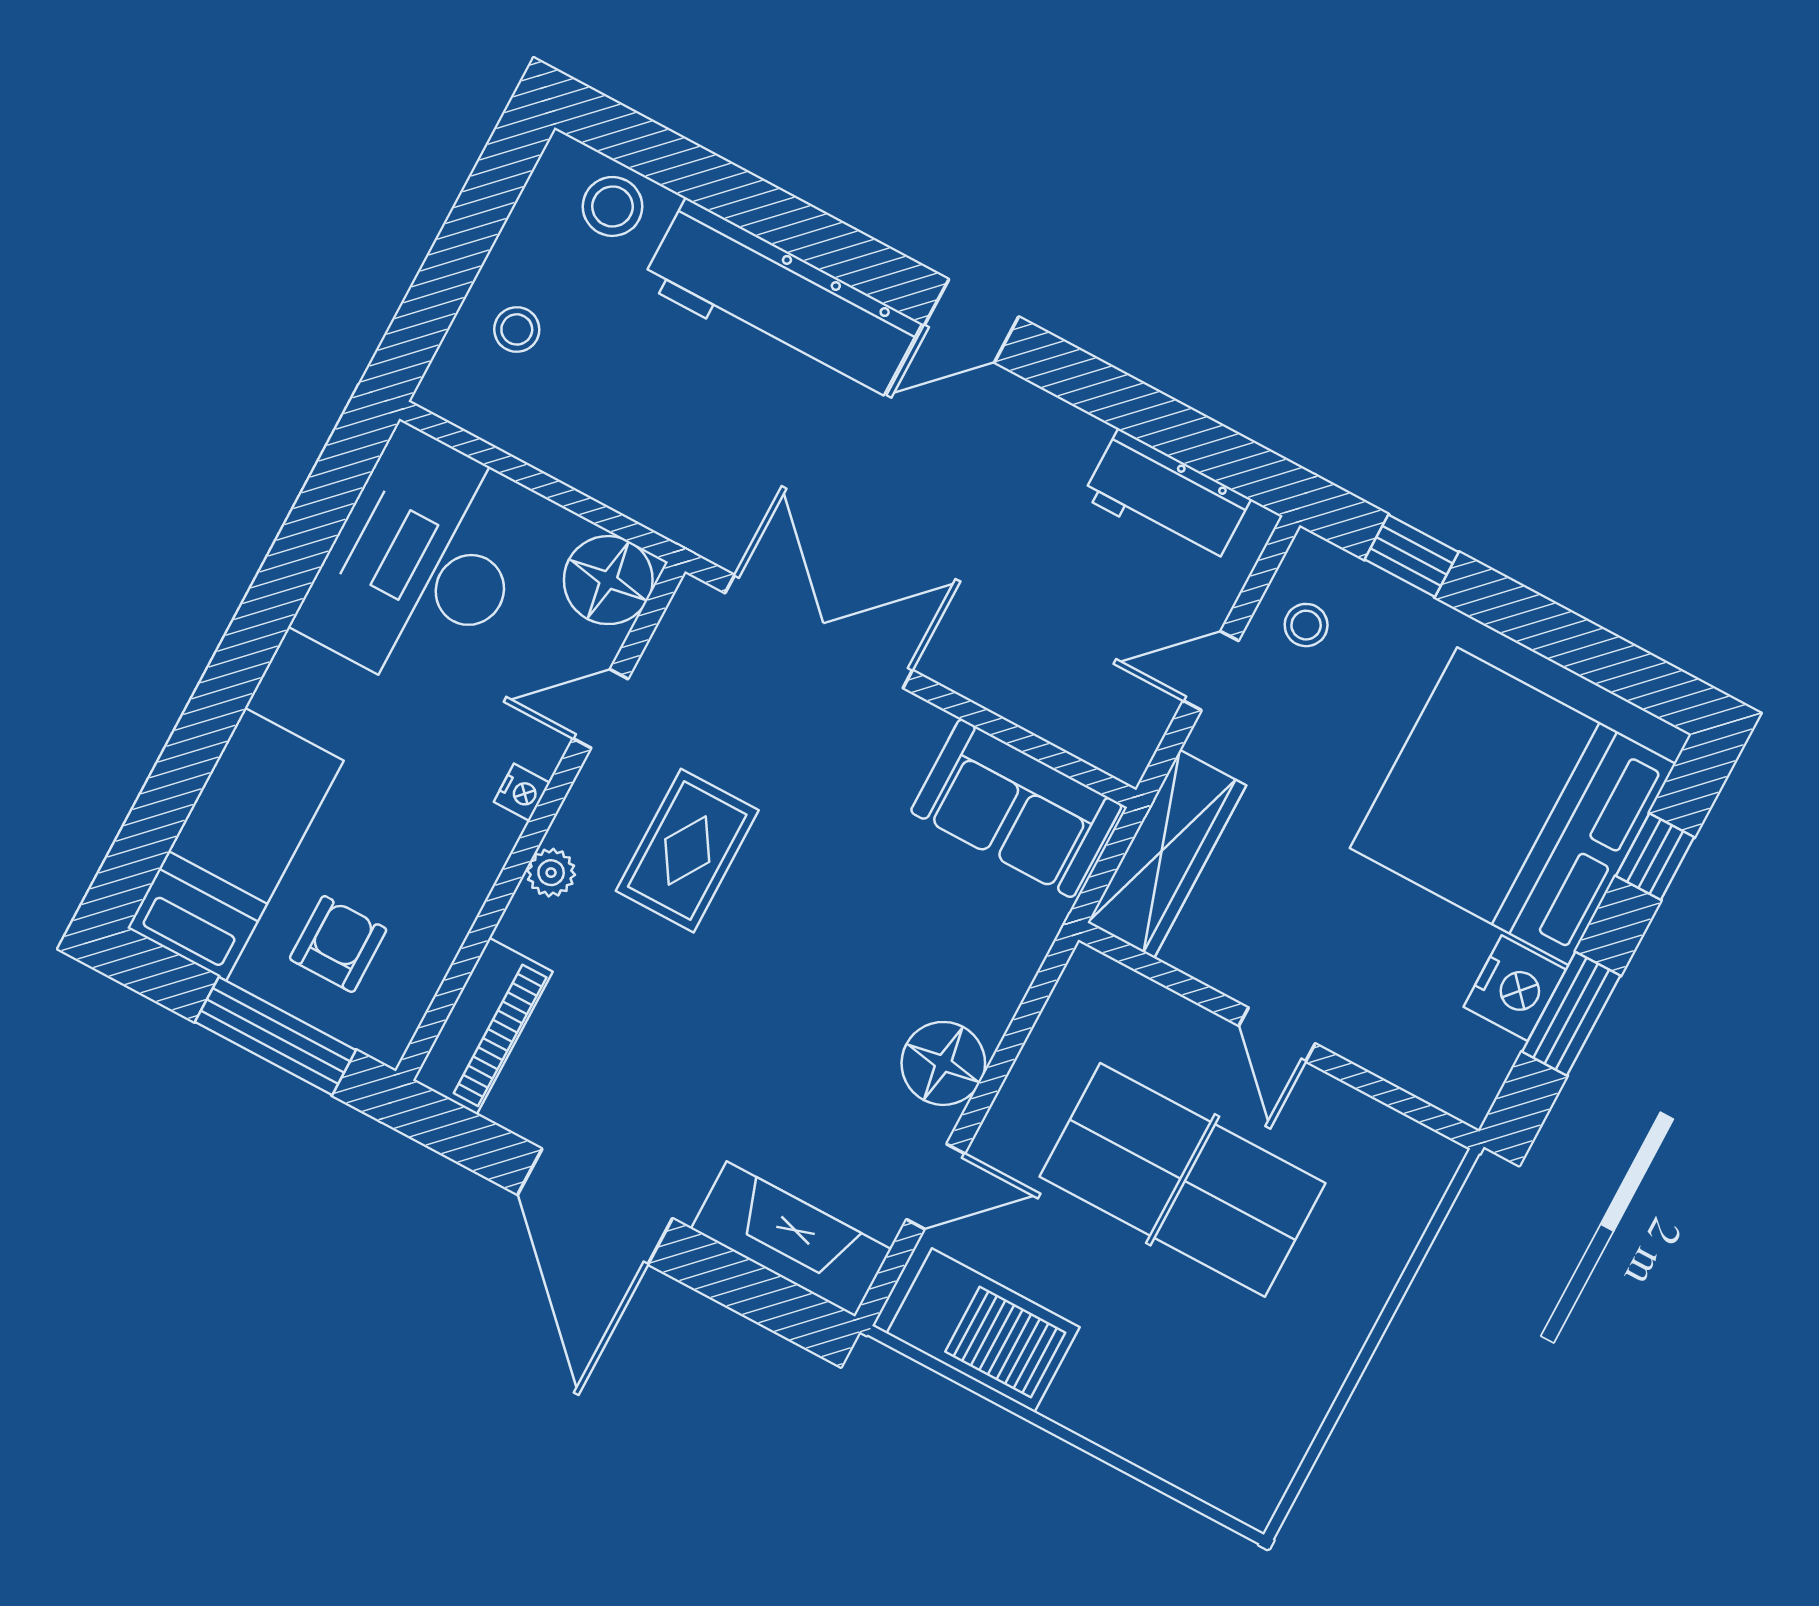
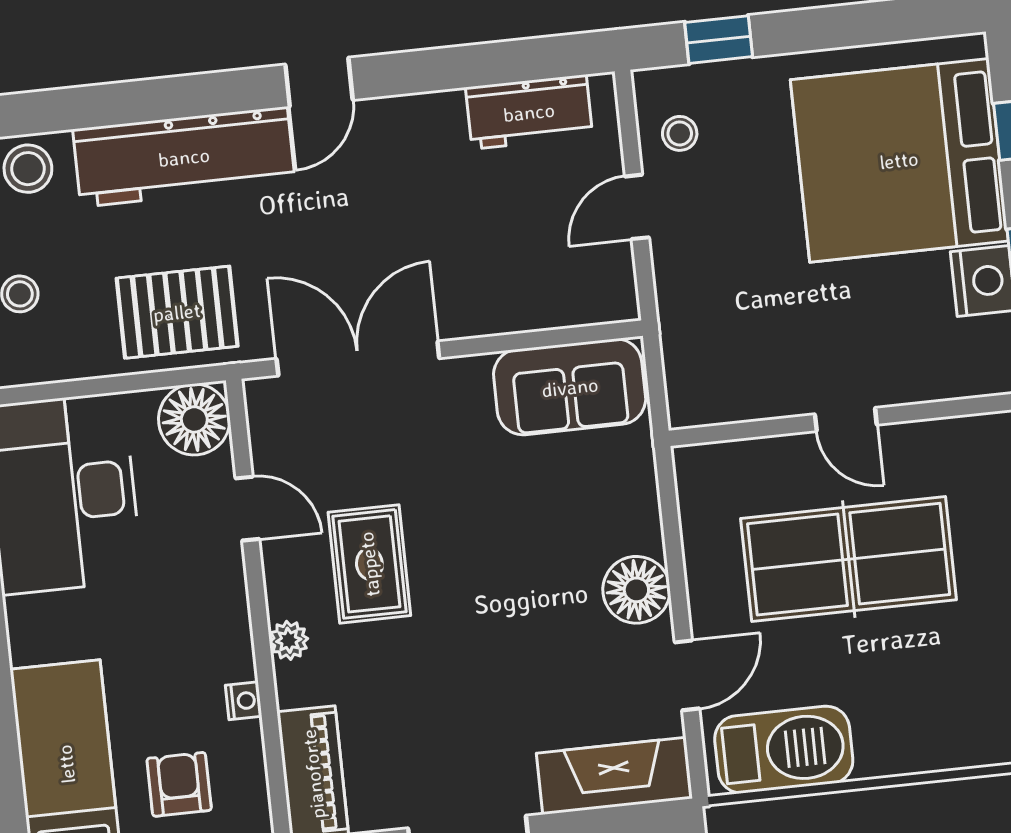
pallet: (665, 458) -> (177, 312), added
door: (600, 709) -> (247, 509), swing flipped
nightstand: (522, 792) -> (244, 701), moved
wardrobe: (1167, 854) -> (691, 349), removed

